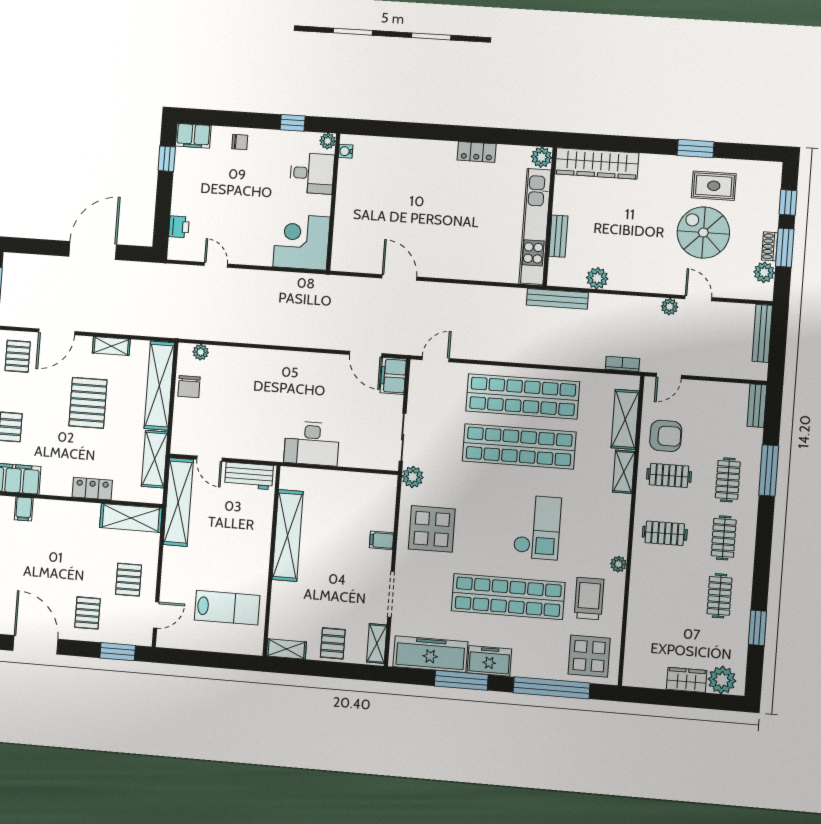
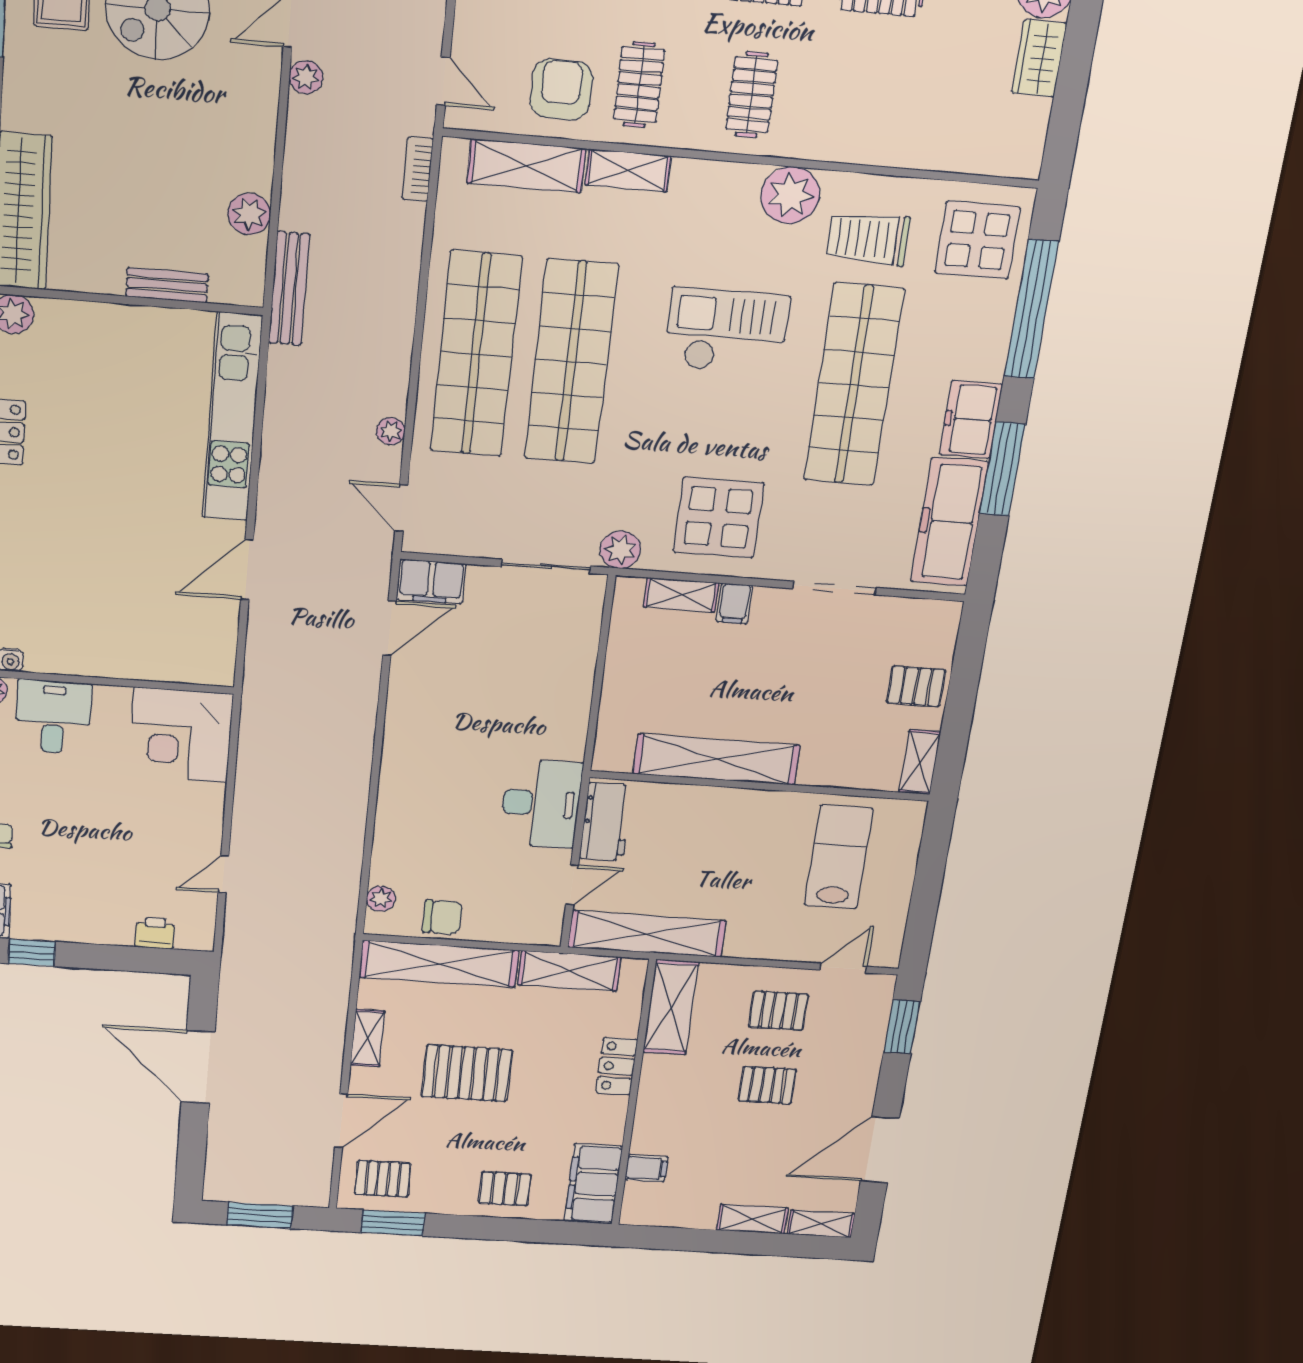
kitchen unit: (535, 226) -> (232, 417), moved, turned 90
door: (57, 332) -> (341, 1121), hinge flipped
plant: (479, 353) -> (391, 431), added
desk: (312, 443) -> (541, 803), moved
plant: (618, 564) -> (790, 195), width x1.88, depth x1.88
pallet: (87, 613) -> (767, 1085), moved
door: (156, 615) -> (843, 968), hinge flipped
shelving: (377, 644) -> (681, 595), moved

